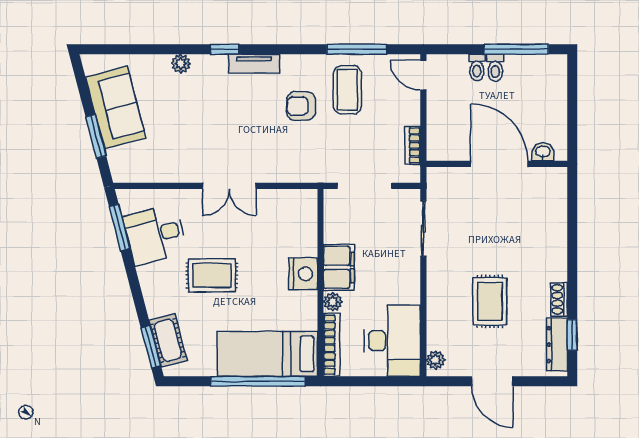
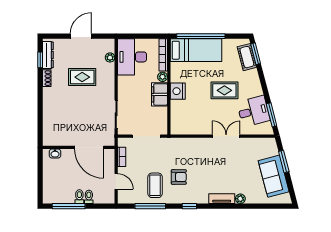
window: (225, 49) -> (189, 206), moved
tv unit: (254, 64) -> (222, 199), moved
door: (423, 75) -> (116, 181), moved
door: (499, 164) -> (89, 147), moved
double door: (229, 186) -> (226, 136), moved
rug: (490, 301) -> (82, 77), turned 90
plant: (435, 360) -> (110, 57), moved
door: (492, 381) -> (81, 36), hinge flipped

